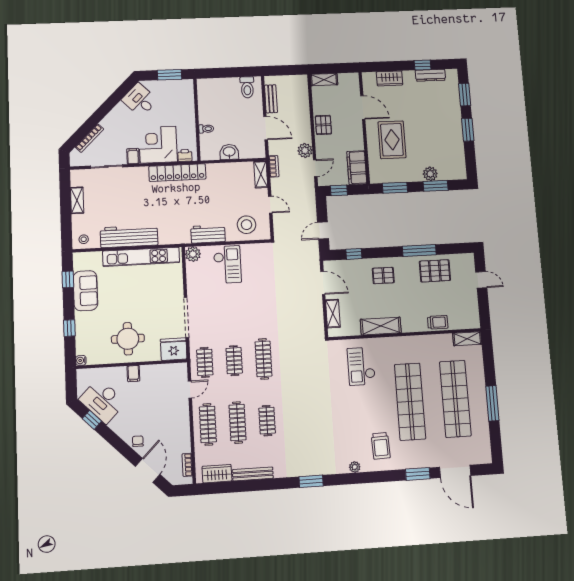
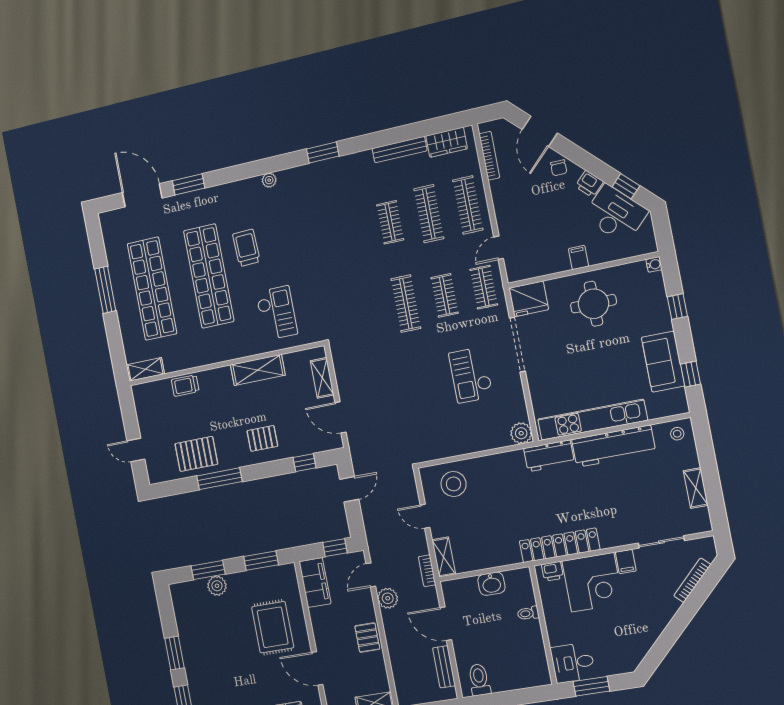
desk: (140, 100) -> (573, 663), moved, turned 135
workbench: (208, 234) -> (549, 456), moved
checkout: (227, 265) -> (471, 375), moved
printer: (118, 426) -> (589, 184), added
trolley: (381, 446) -> (246, 248), moved
bookcase: (187, 465) -> (489, 156), width x1.56

